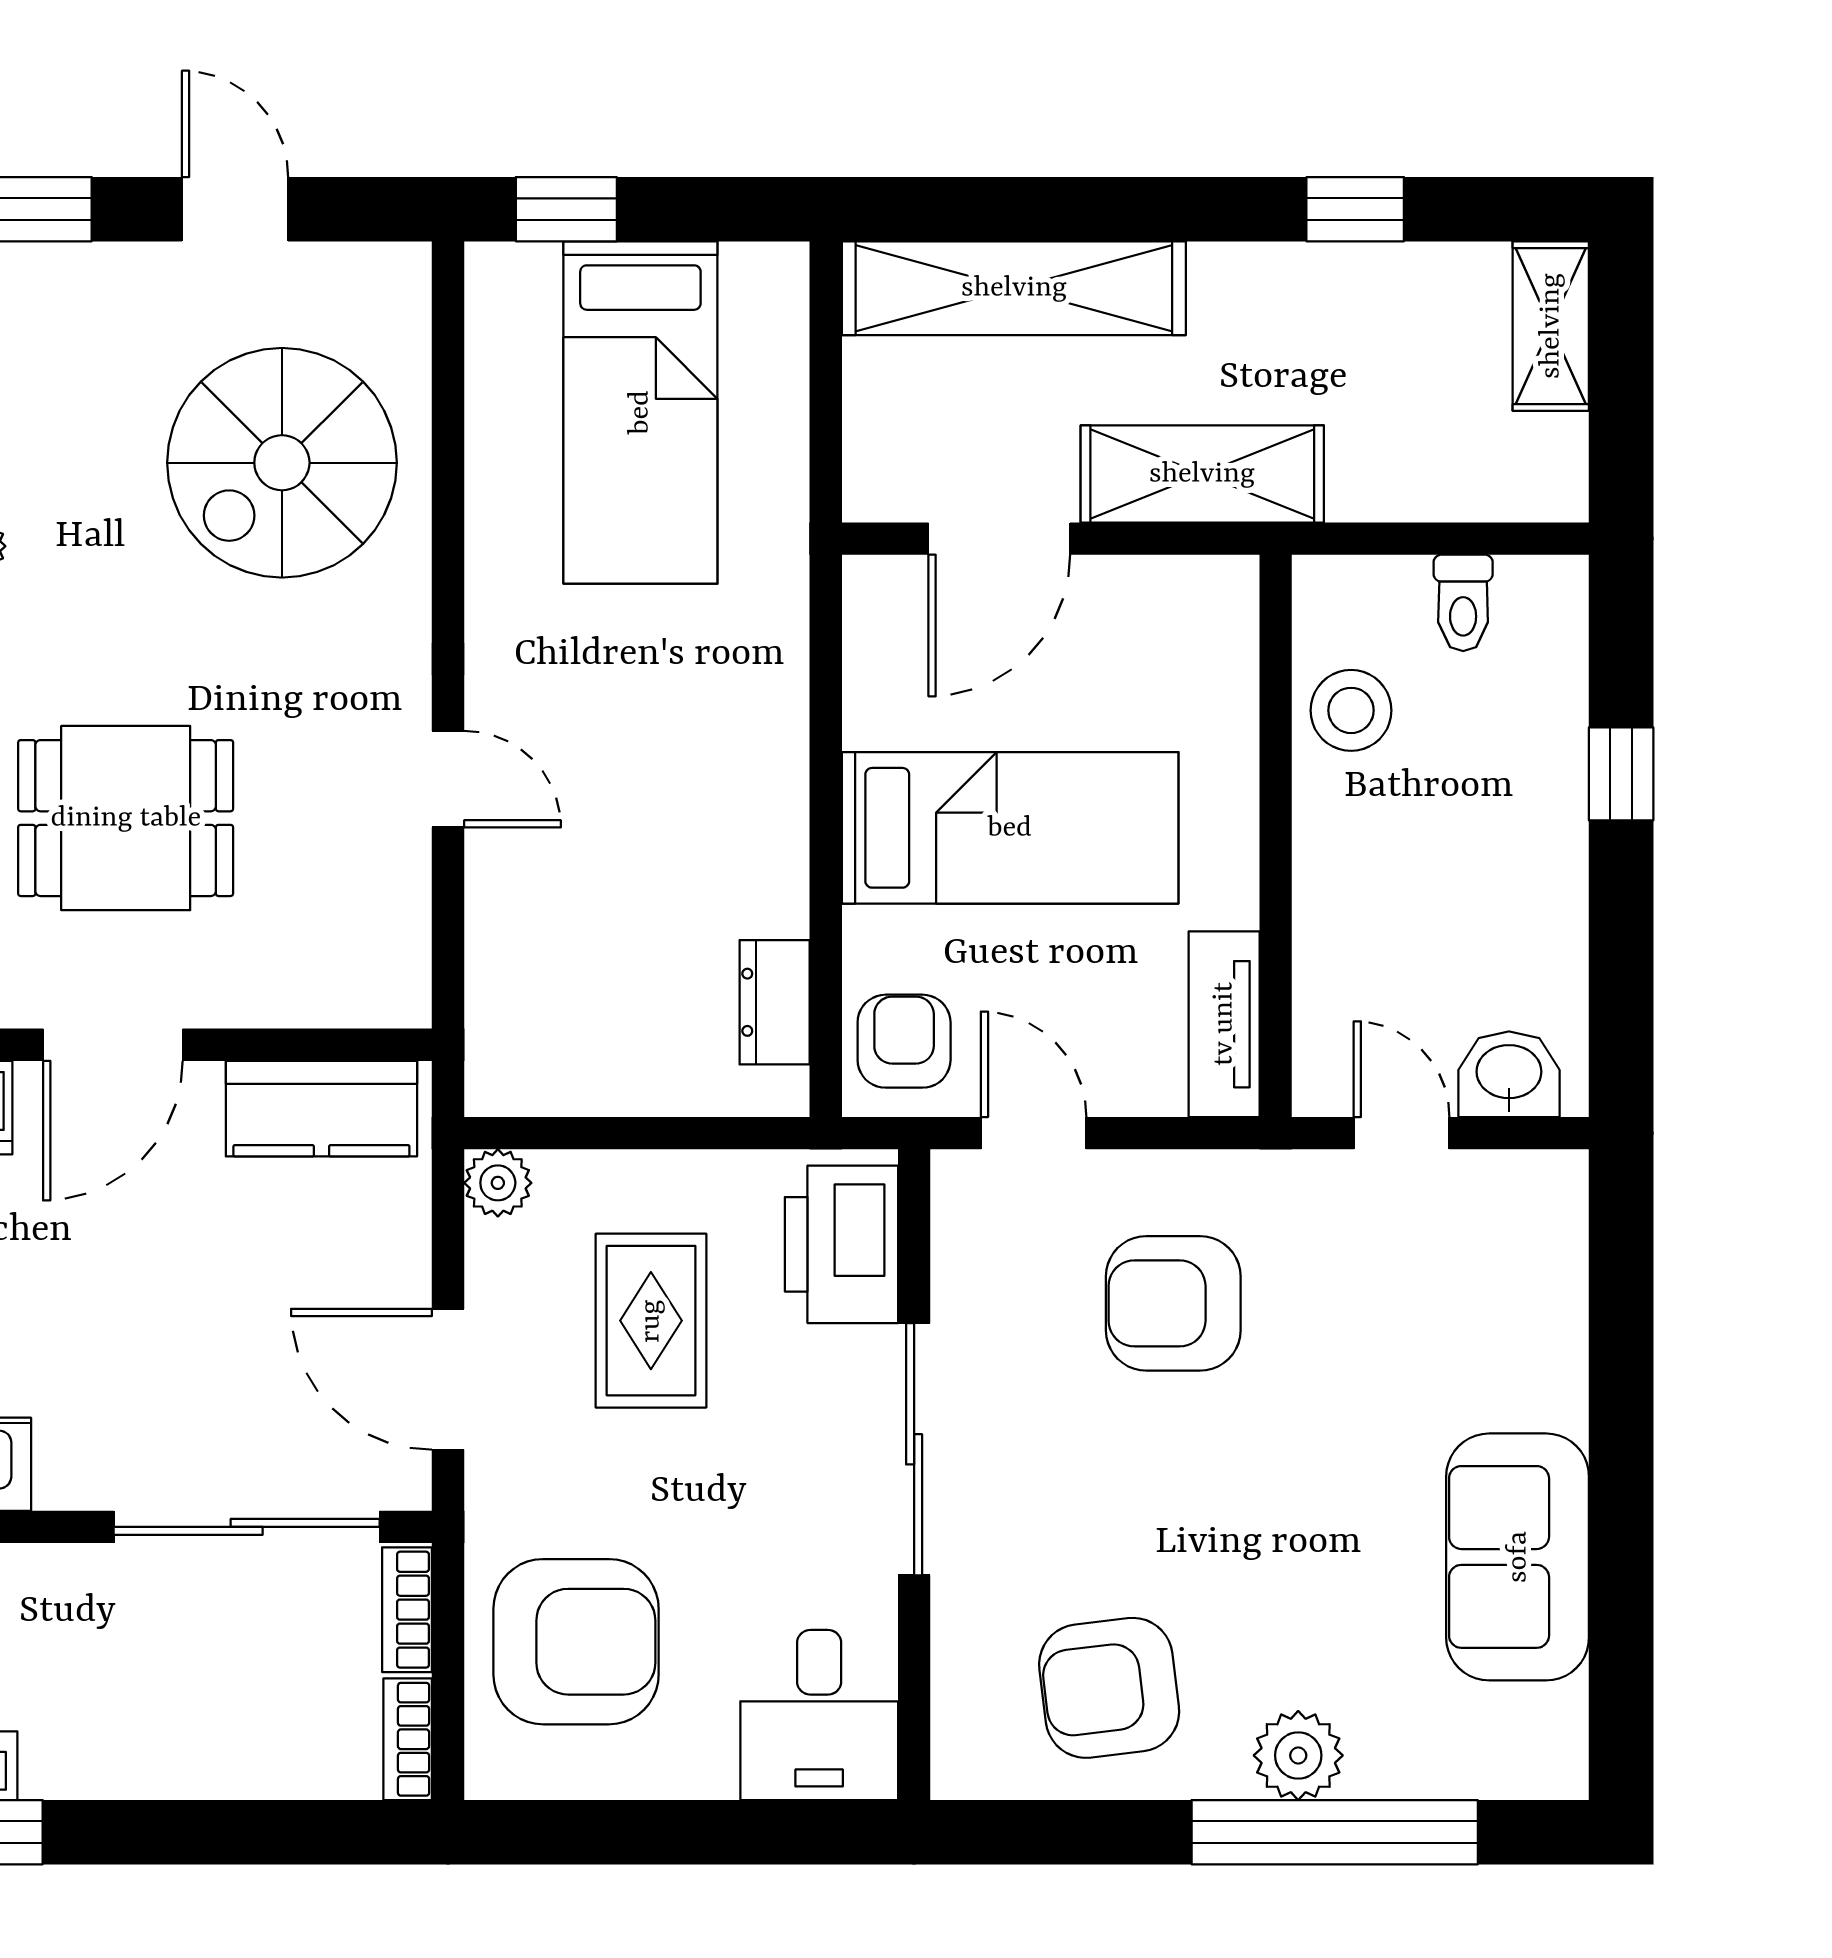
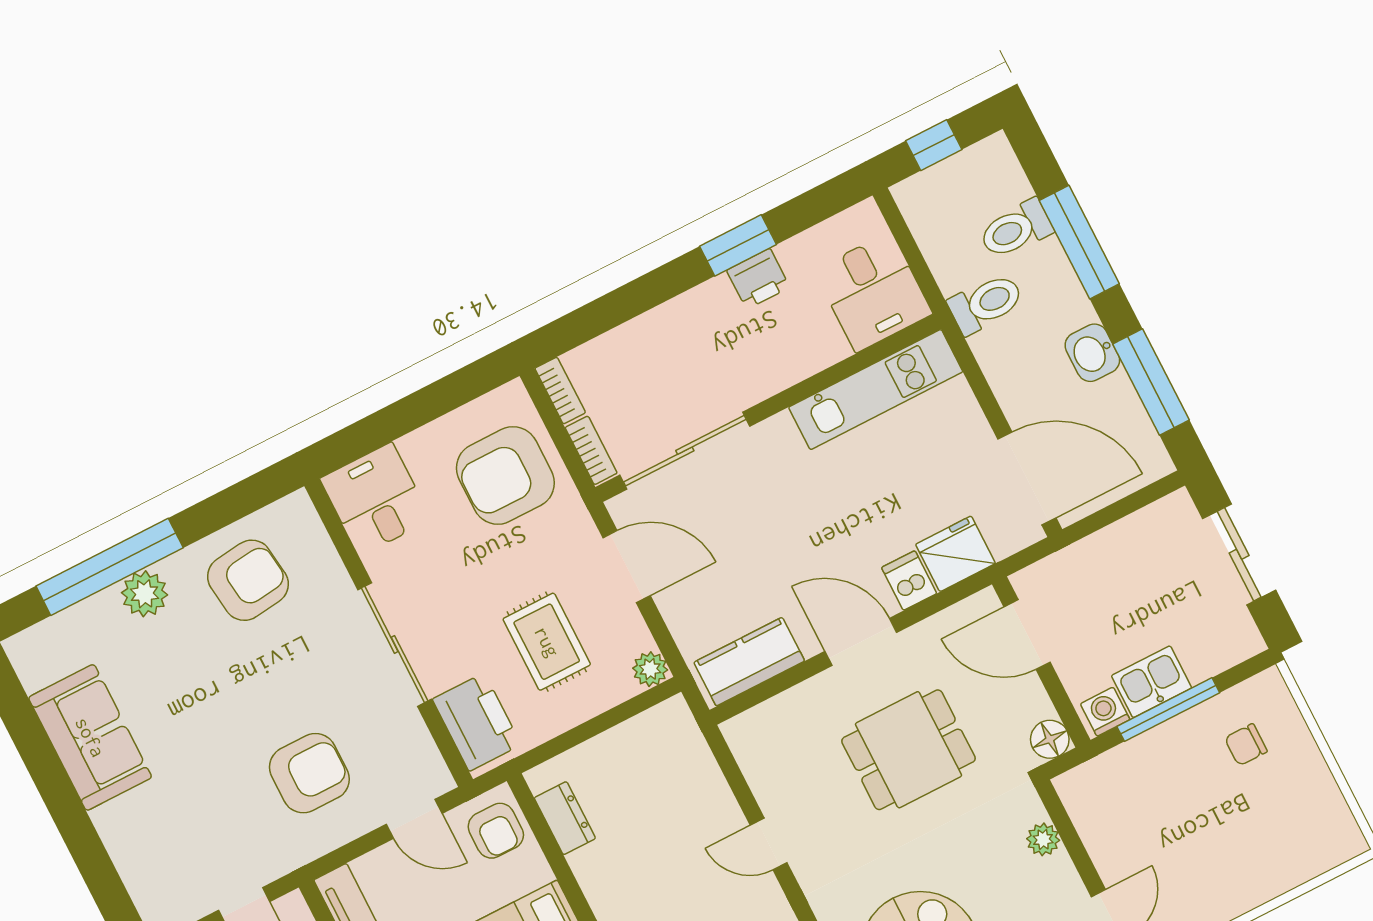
door: (113, 1045) -> (861, 642), hinge flipped

